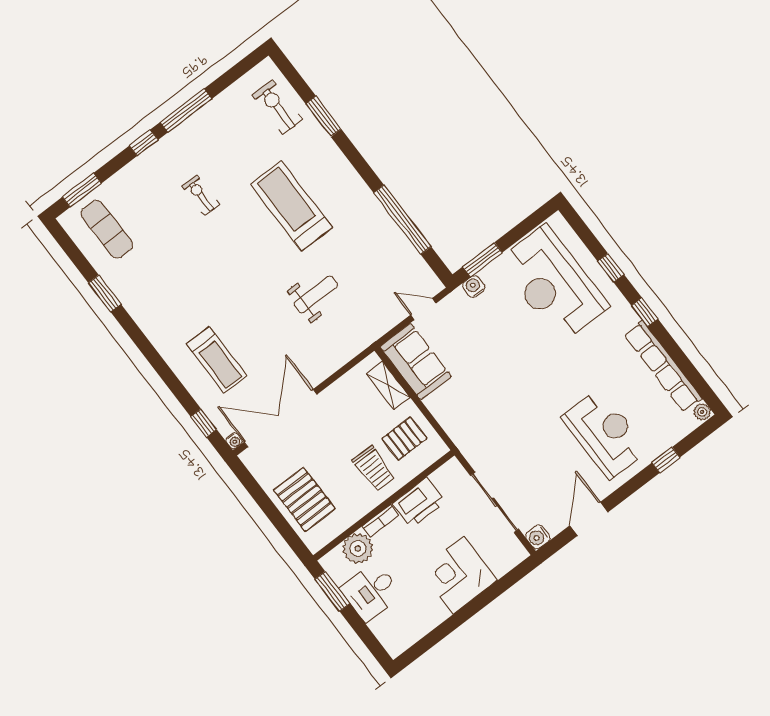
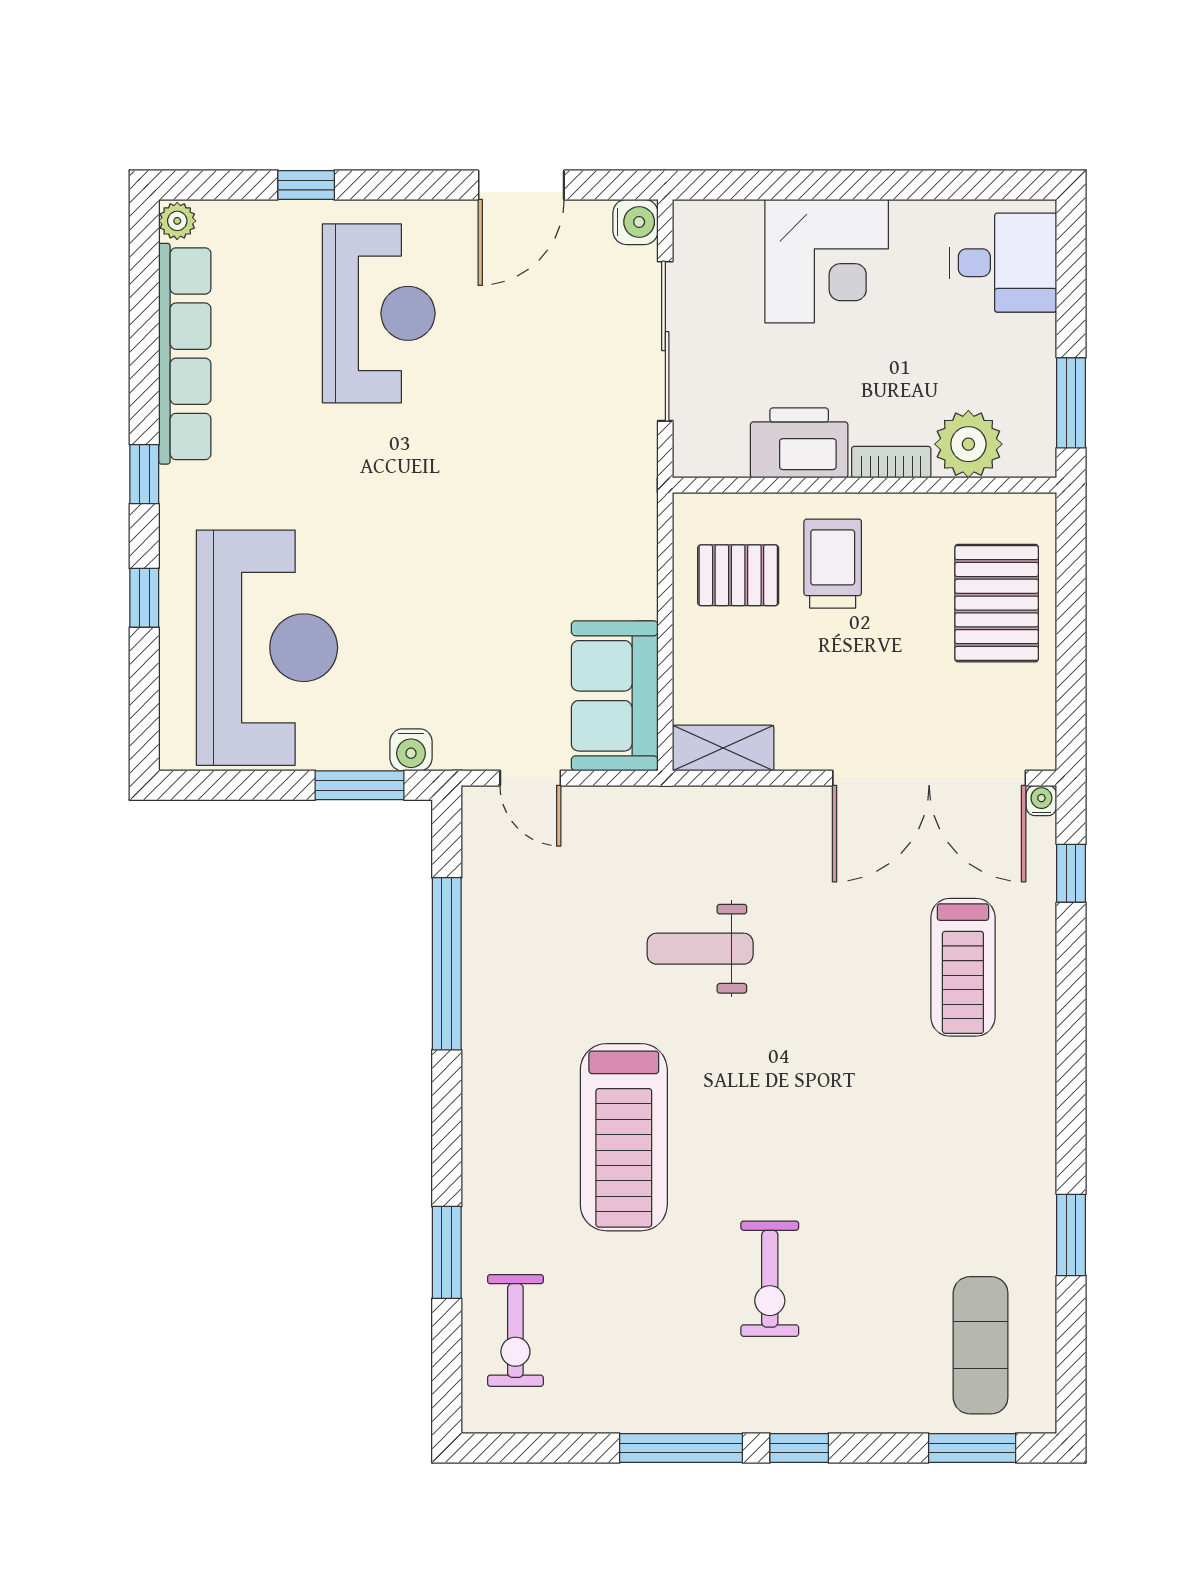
exercise bike: (201, 195) -> (770, 1279), width x1.38, depth x1.39
treadmill: (217, 360) -> (963, 967), turned 180
shelving: (388, 386) -> (723, 748), moved, turned 90
reception desk: (605, 434) -> (379, 313), turned 180
desk: (371, 592) -> (1003, 263), moved

